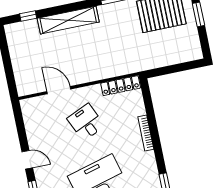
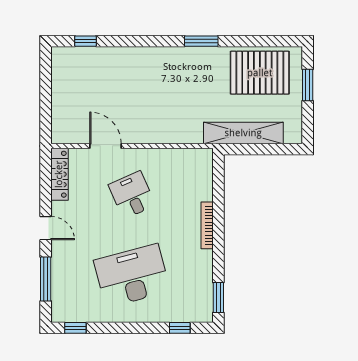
shelving: (68, 20) -> (243, 133), moved
locker: (121, 86) -> (59, 174), moved, turned -90

